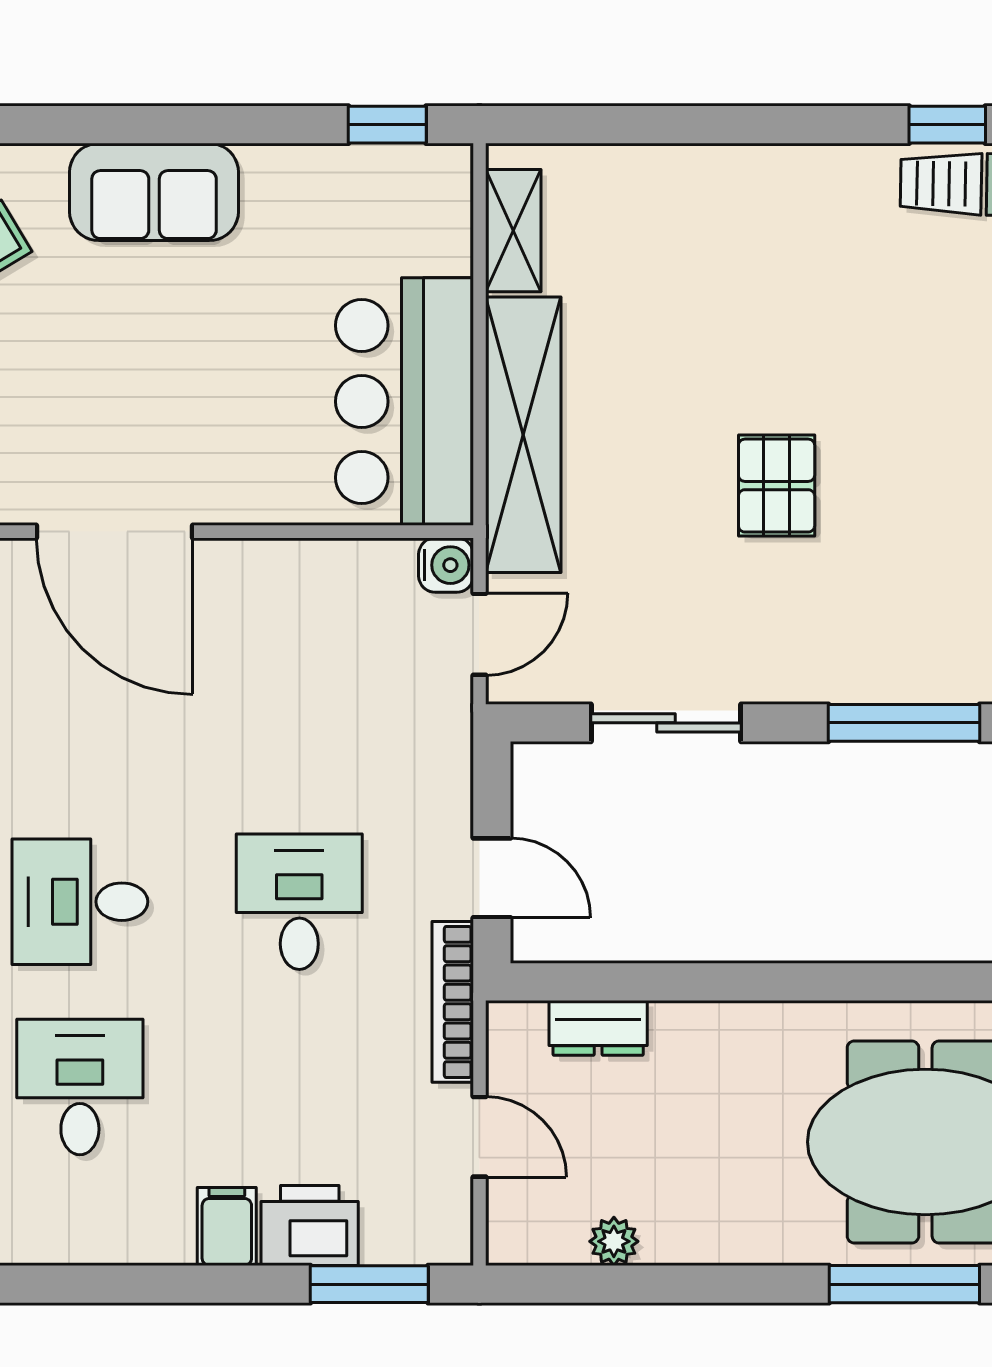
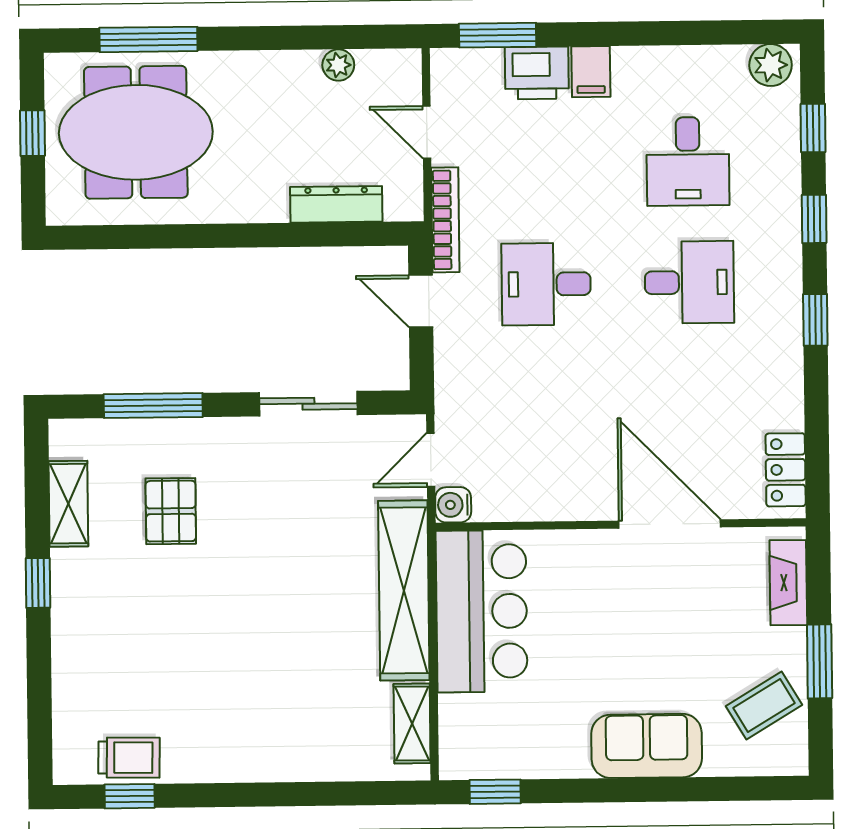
pallet: (777, 486) -> (171, 511), moved
desk: (299, 902) -> (546, 284), turned 90
dresser: (598, 1028) -> (336, 204), width x1.44

